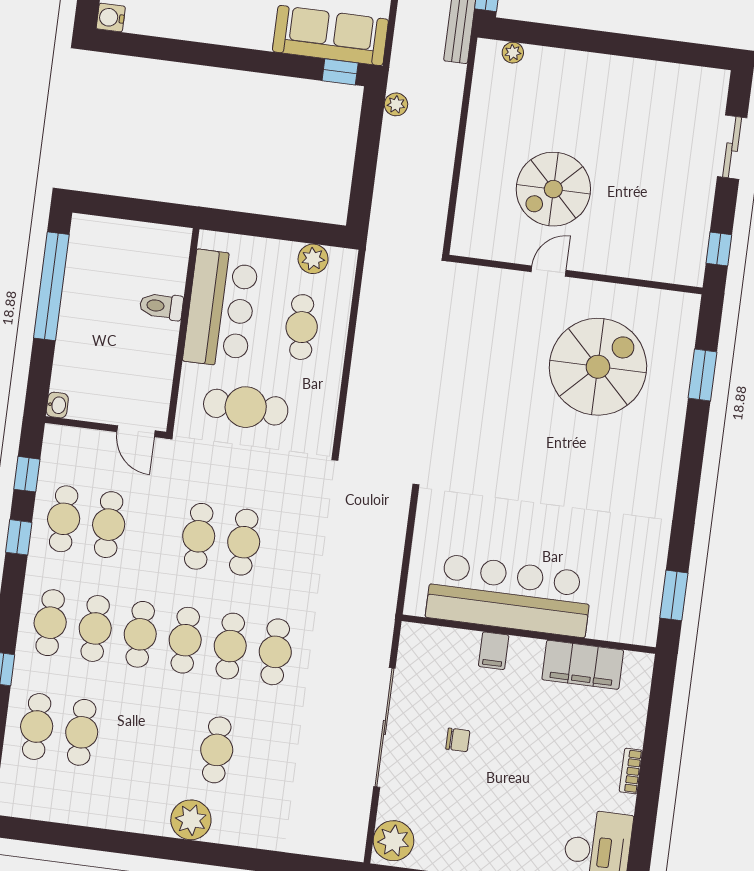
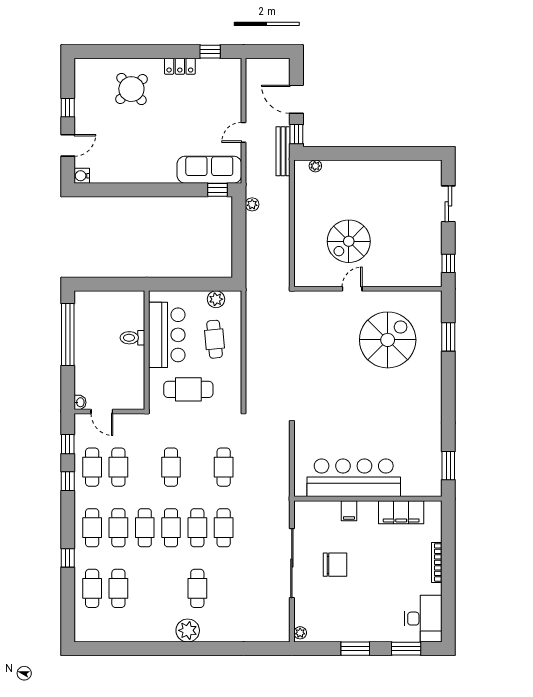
door: (136, 431) -> (102, 411), moved
cafe table: (244, 542) -> (224, 467), moved
chair: (458, 740) -> (335, 565), width x1.87, depth x1.87
bookcase: (631, 771) -> (437, 562), width x1.56
plant: (393, 841) -> (300, 633), width x0.53, depth x0.53

